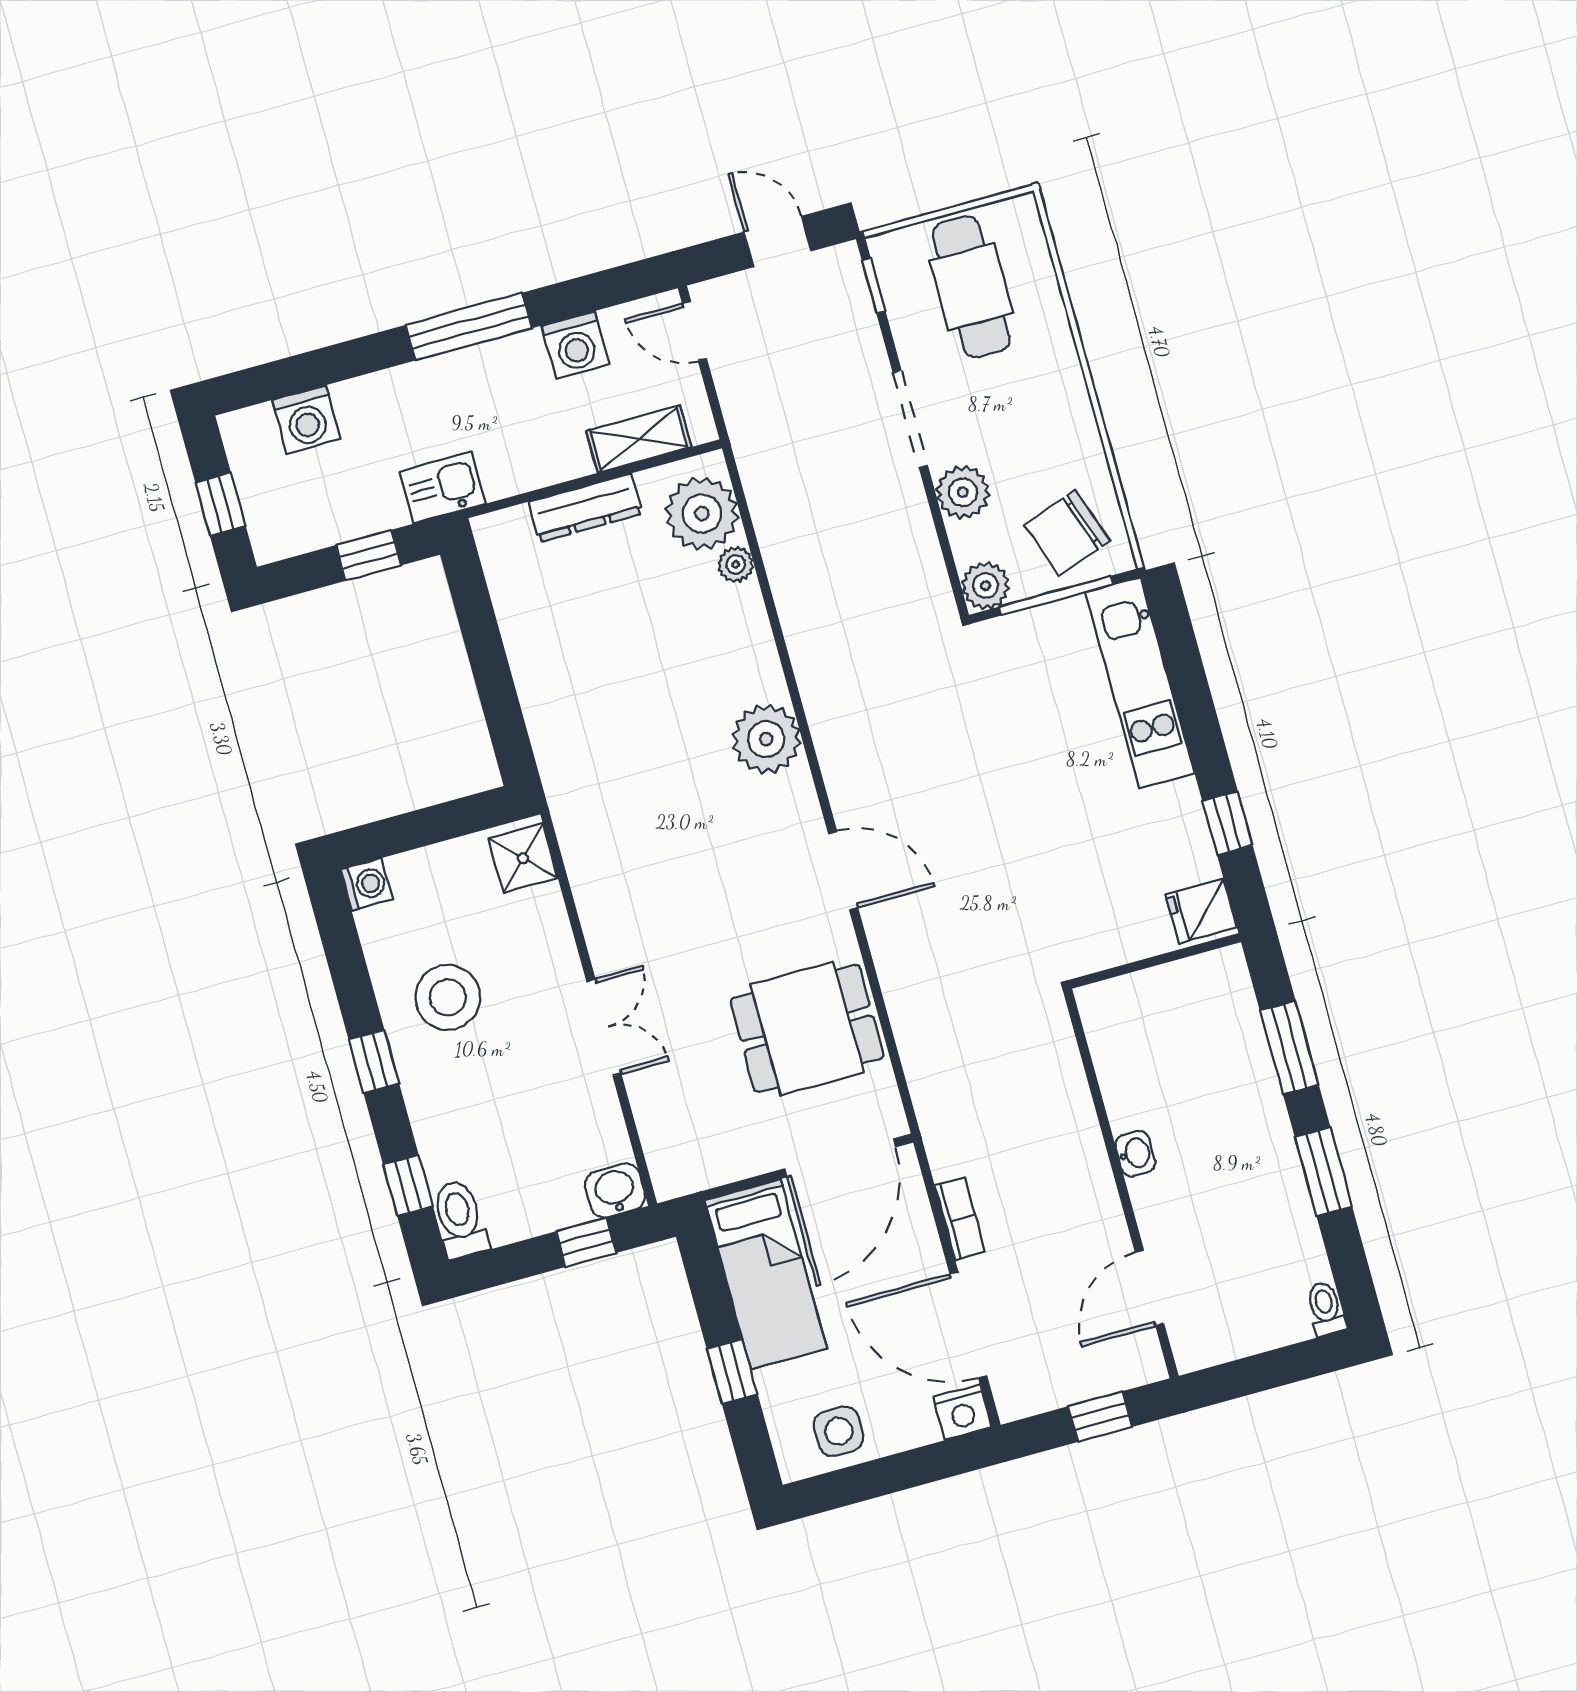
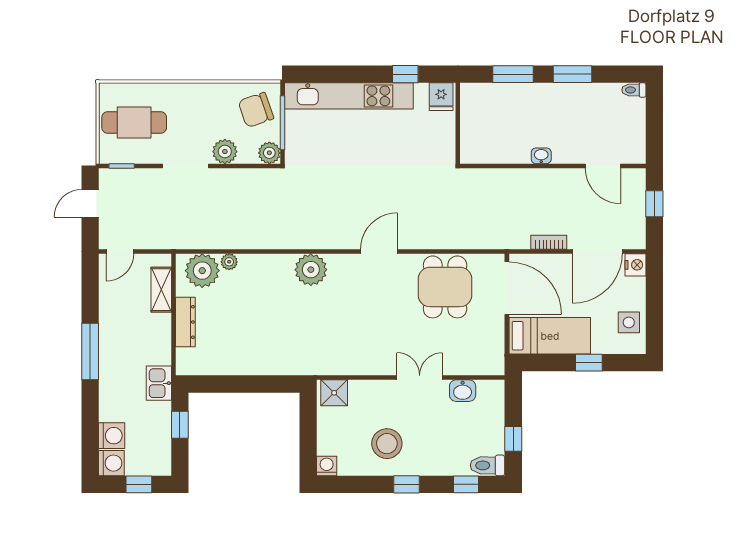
washing machine: (575, 345) -> (111, 463), moved
chair: (1067, 533) -> (256, 110), turned 90
kitchen unit: (1140, 683) -> (349, 96), width x1.36
washbasin: (615, 1191) -> (463, 391), moved, turned -90
window: (586, 1242) -> (513, 439), moved

